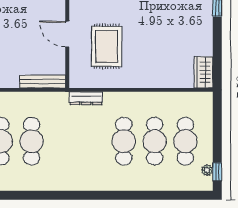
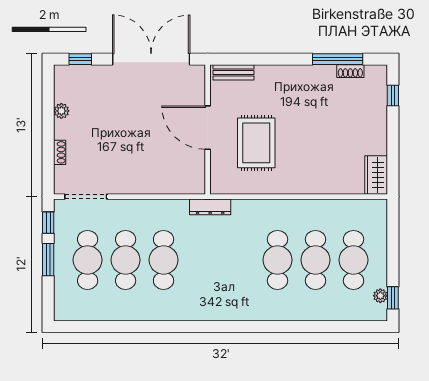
door: (67, 34) -> (208, 128), width x1.36
bench: (42, 82) -> (177, 186), removed
dresser: (86, 98) -> (210, 207), moved

